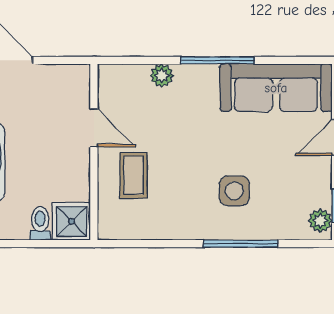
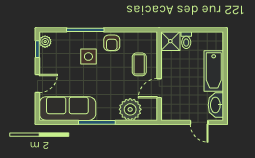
plant: (162, 76) -> (130, 109), width x1.88, depth x1.88
door: (94, 128) -> (159, 88), hinge flipped
armchair: (188, 218) -> (112, 43), added

